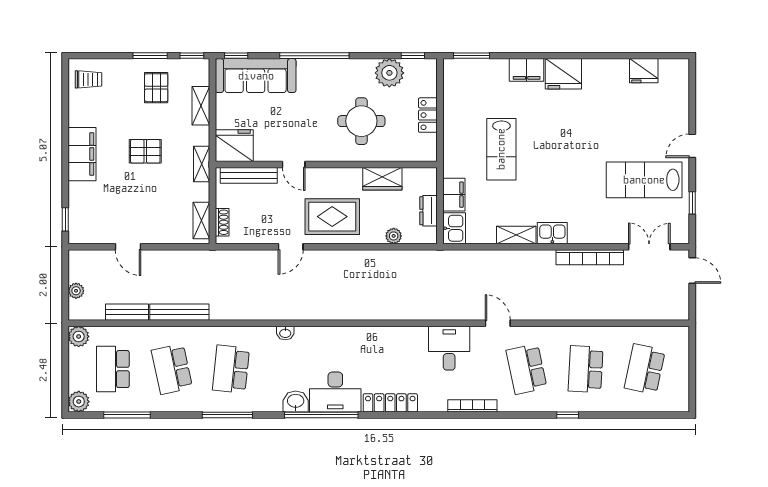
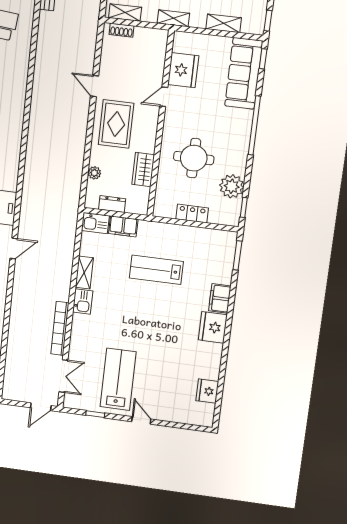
fridge: (234, 146) -> (183, 70), moved
bench: (249, 175) -> (159, 58), removed
washbasin: (285, 333) -> (23, 73), removed

